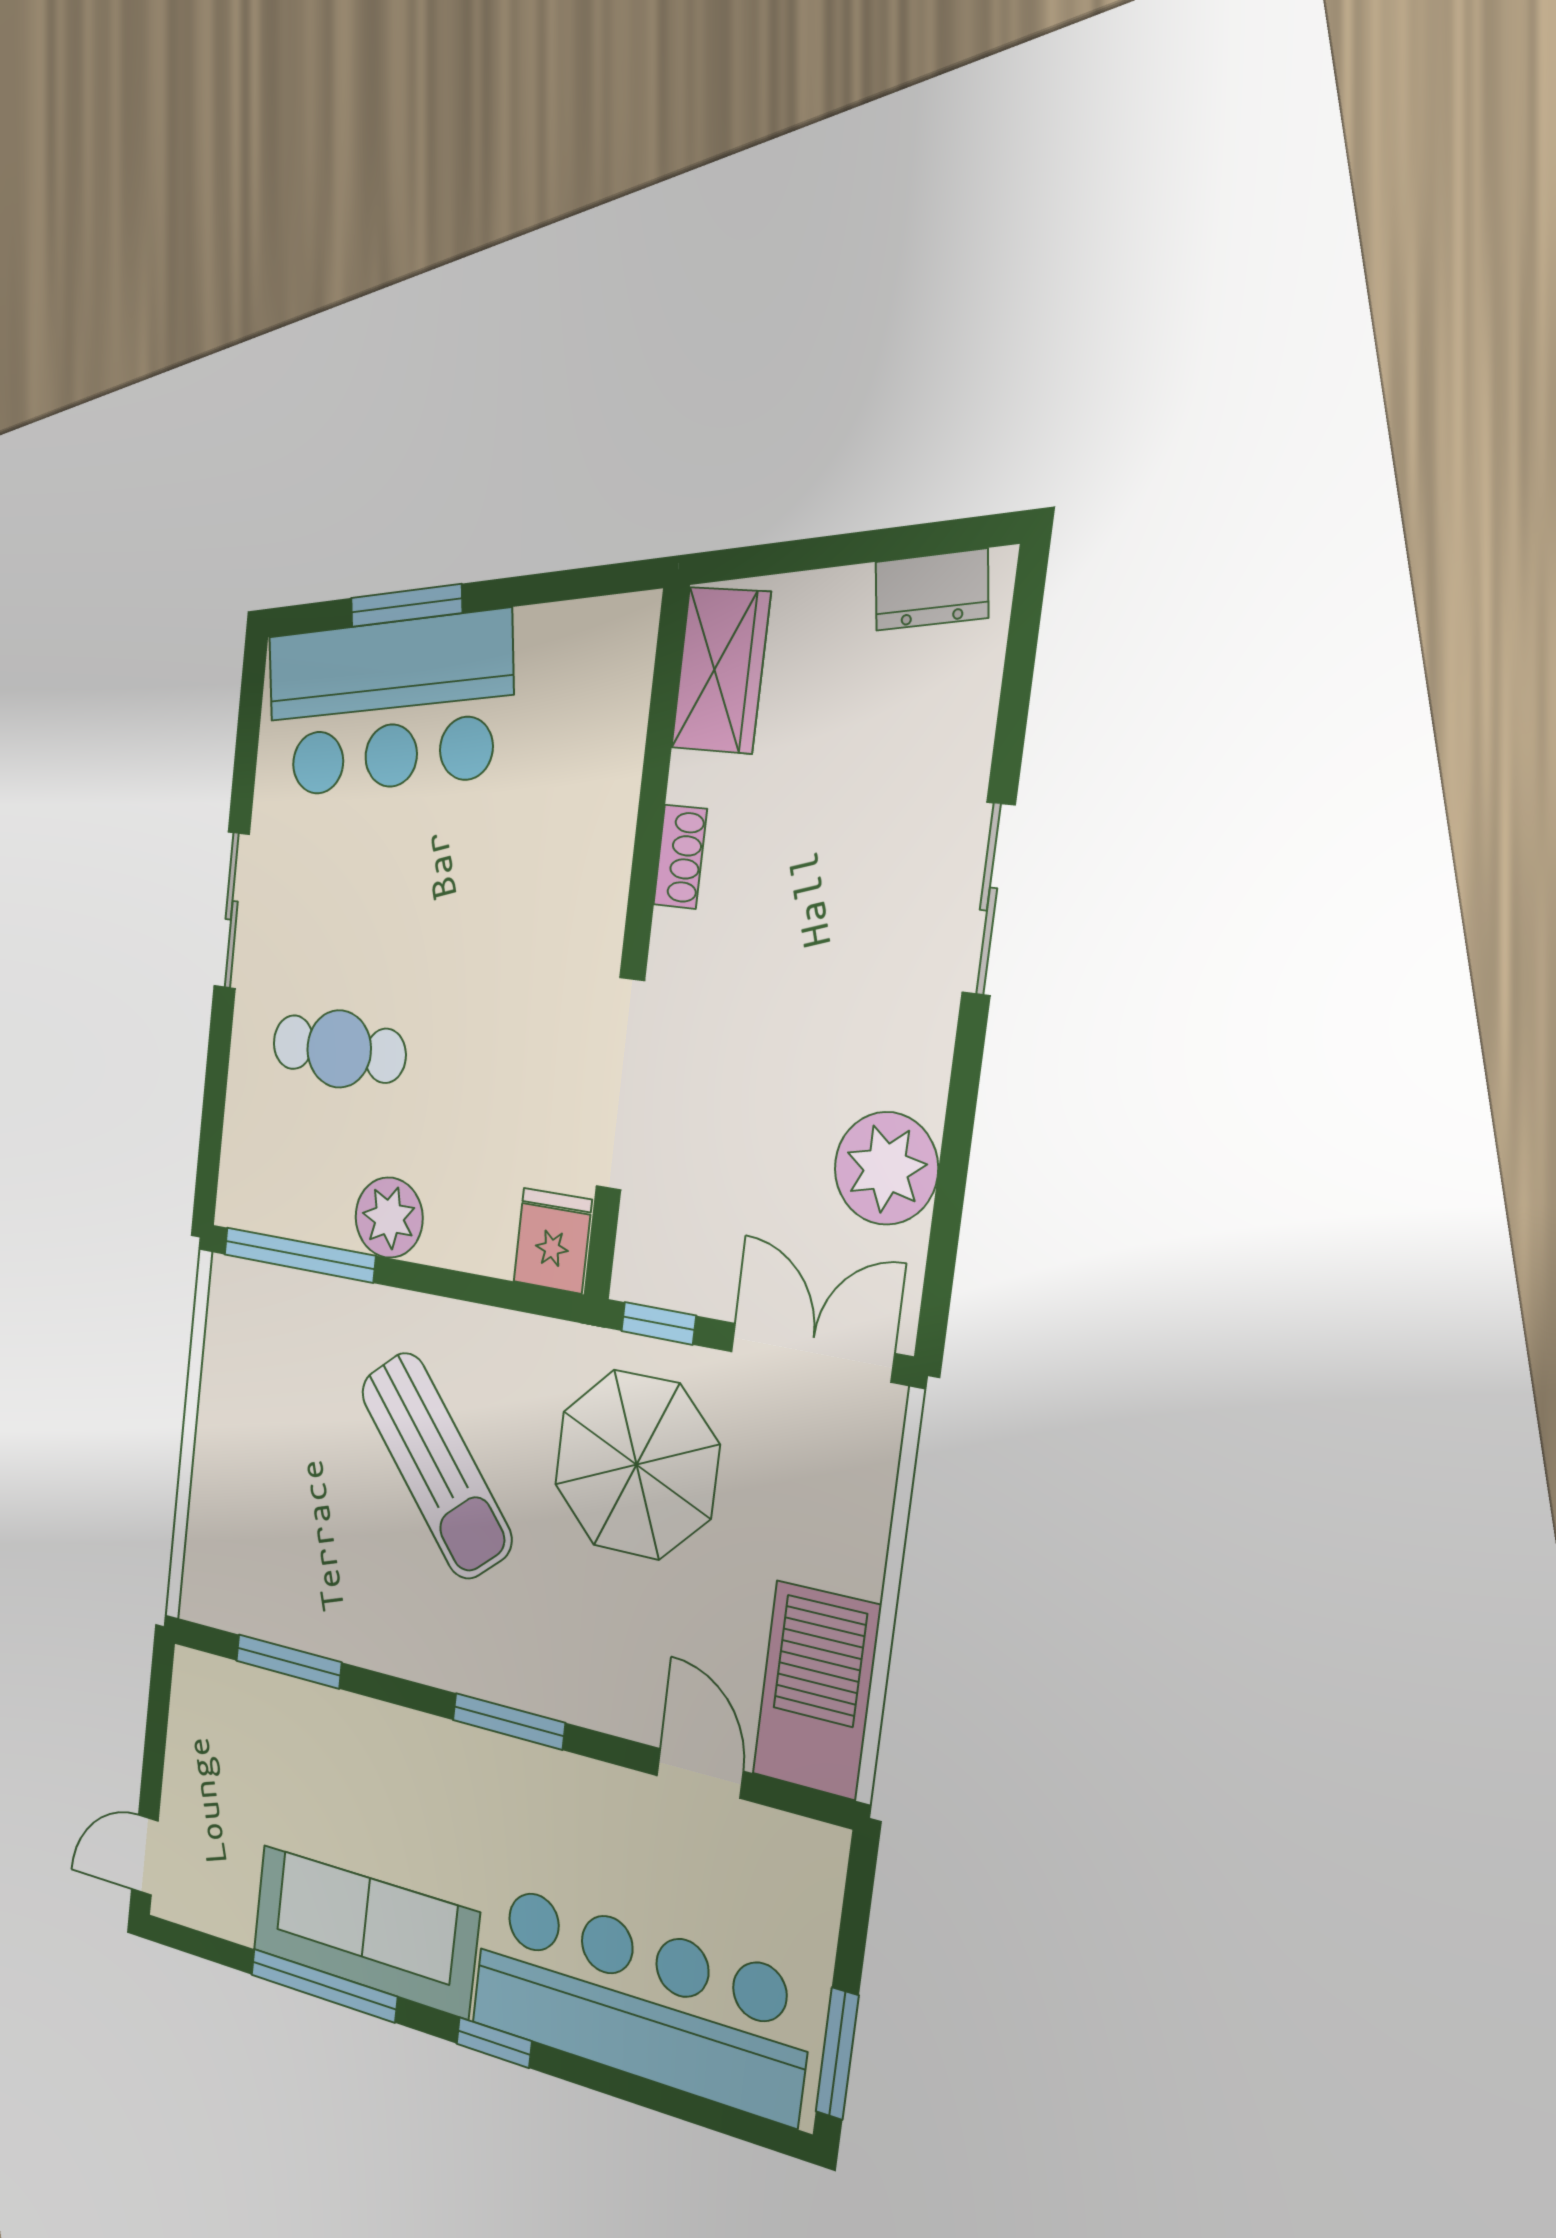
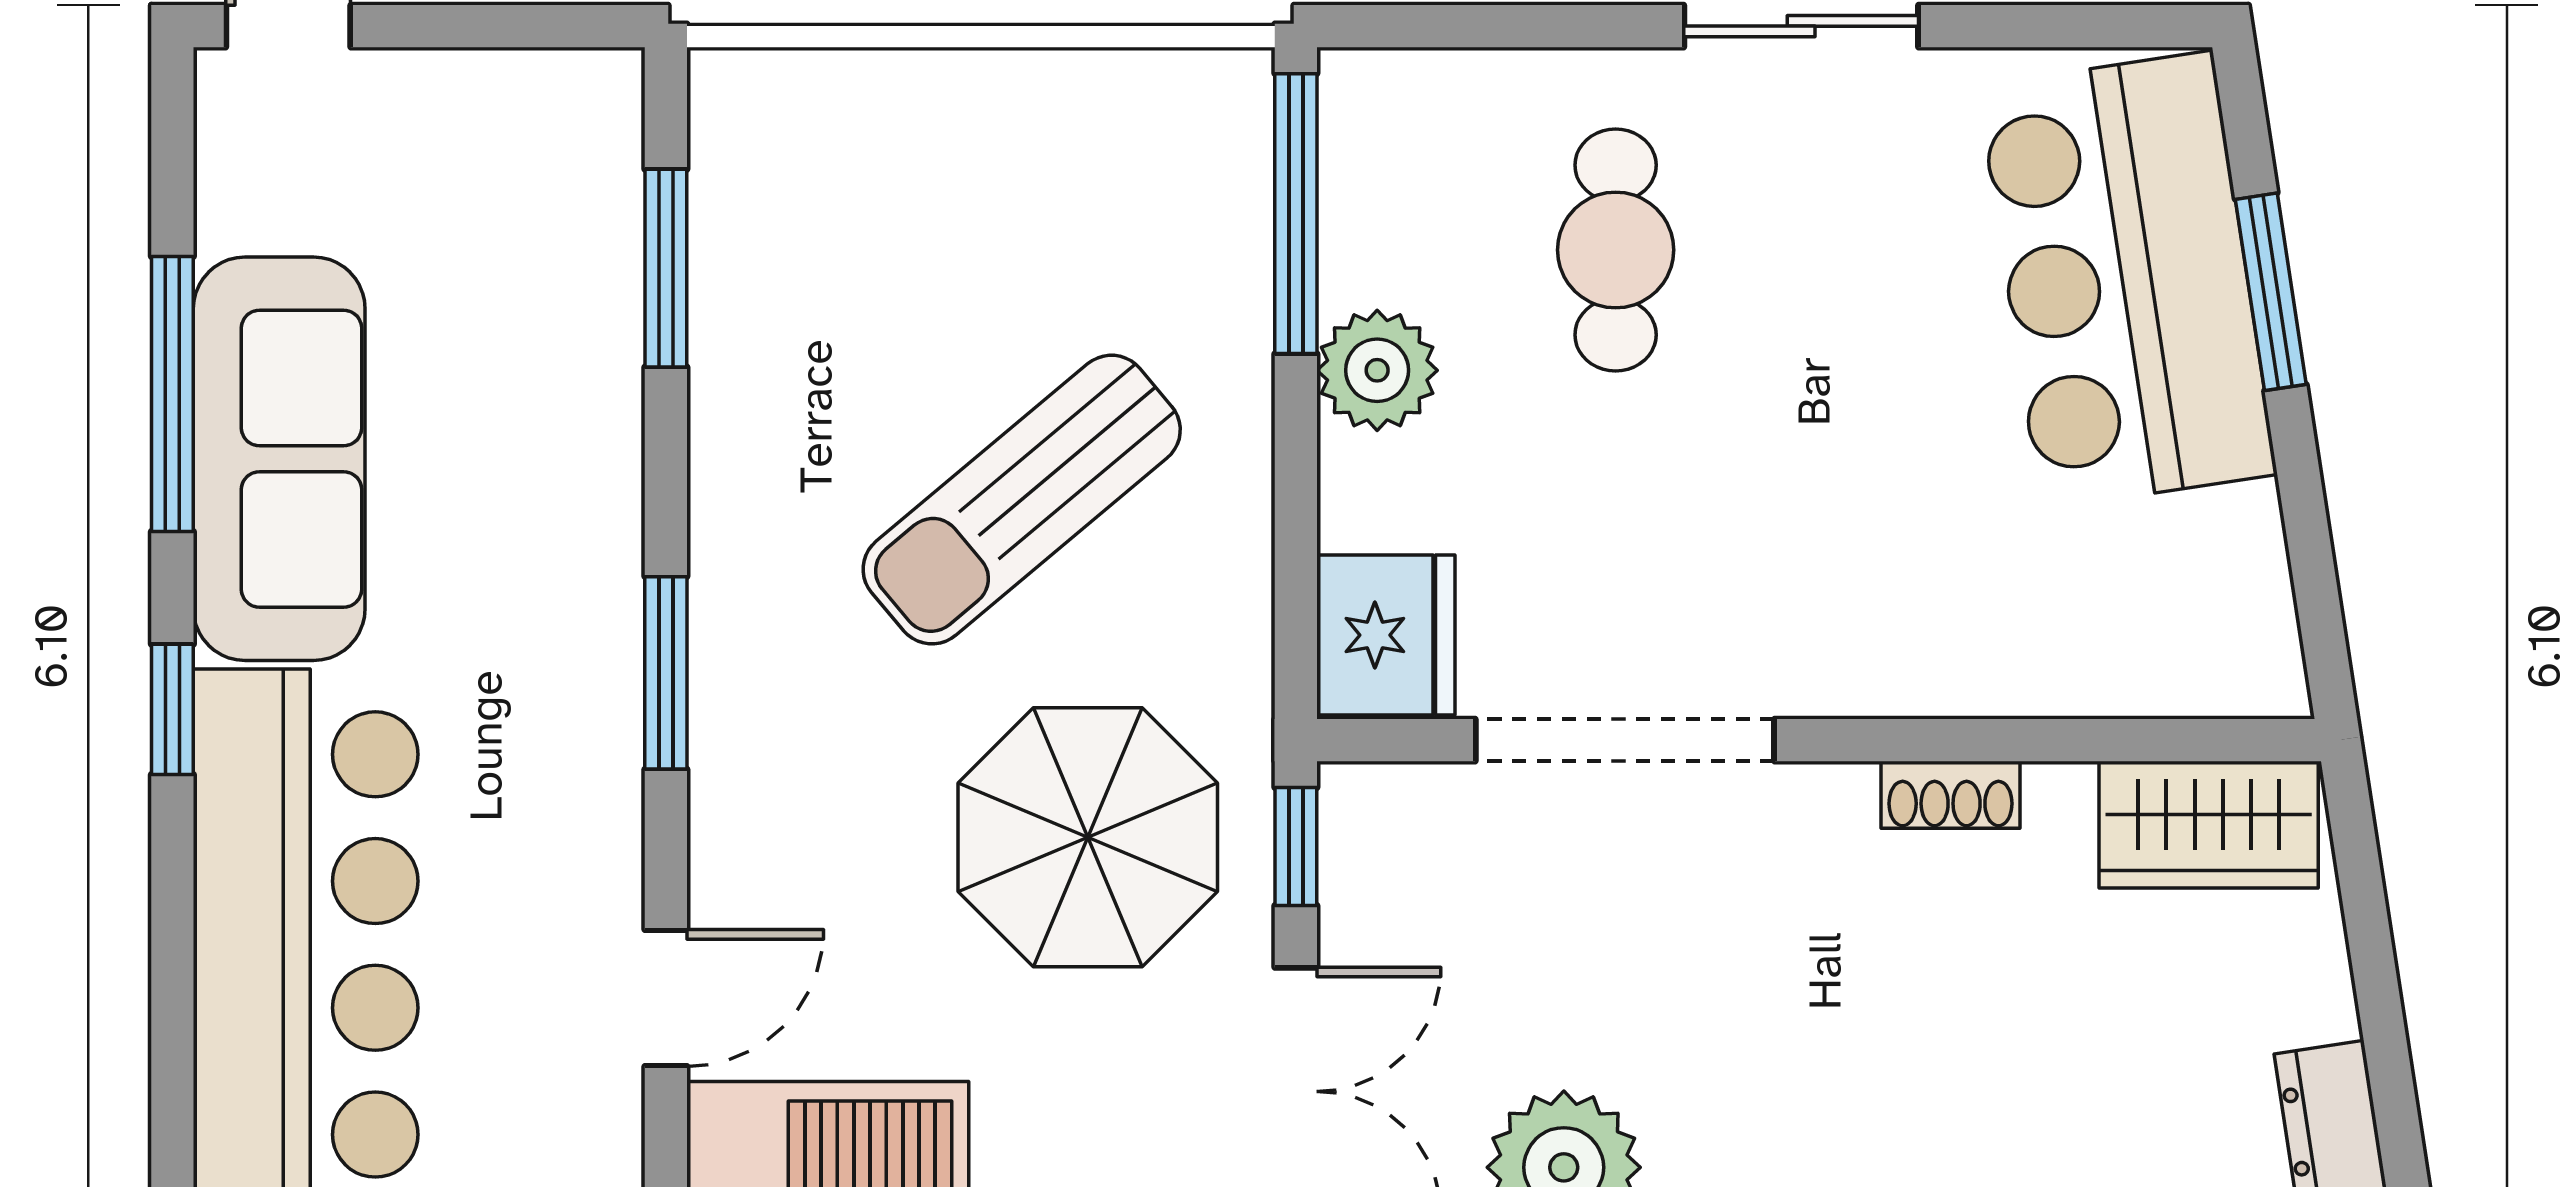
fridge: (553, 1241) -> (1386, 635), width x1.38

